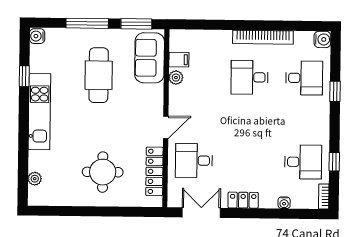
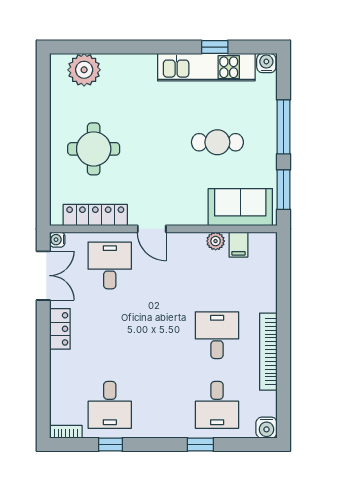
cafe table: (99, 75) -> (217, 142), width x0.73, depth x0.74
kitchen unit: (39, 112) -> (206, 67), moved
plant: (35, 179) -> (84, 70), width x1.88, depth x1.88
water cooler: (284, 203) -> (57, 240), moved

